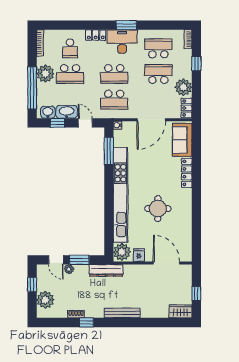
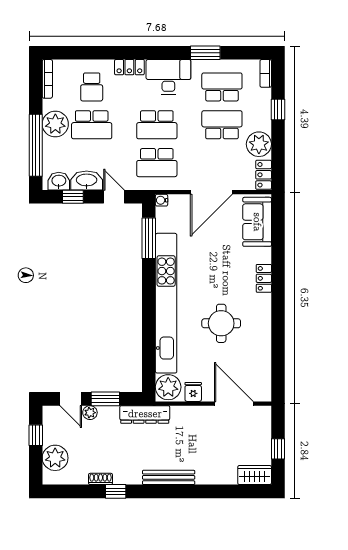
window: (126, 25) -> (205, 53), moved
locker: (187, 173) -> (264, 278), width x0.66

